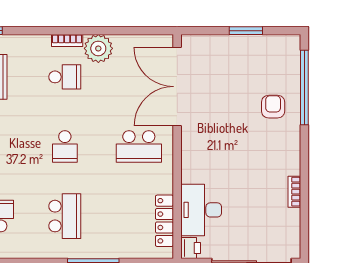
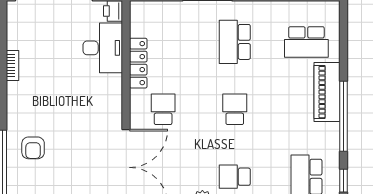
school desk: (139, 146) -> (163, 109), width x0.54
locker: (164, 221) -> (138, 63), moved

